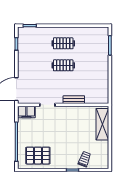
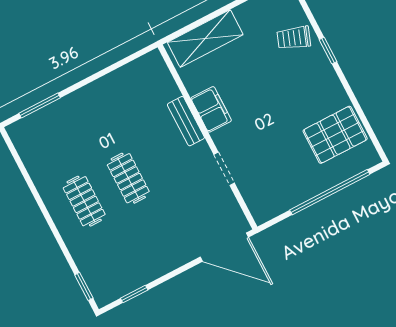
filing cabinet: (26, 112) -> (211, 109), moved
pallet: (38, 156) -> (335, 135), turned 90

